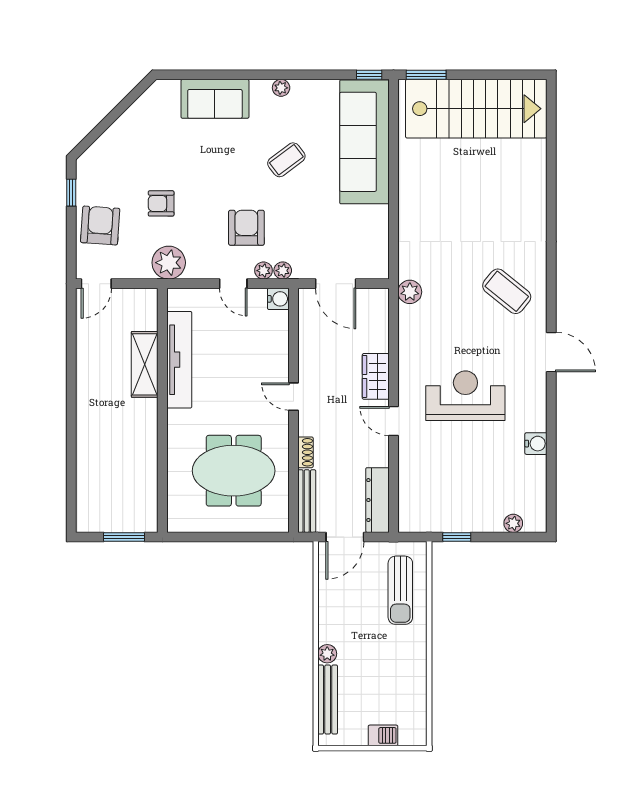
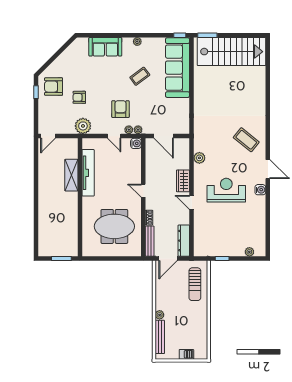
armchair: (100, 225) -> (54, 87), moved, turned -94
plant: (410, 292) -> (199, 158), moved
water cooler: (536, 444) -> (260, 190), moved

